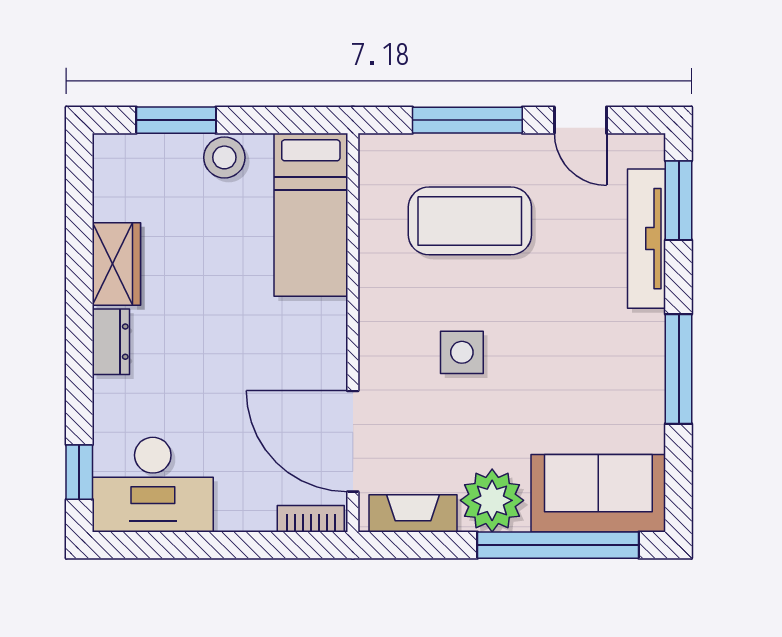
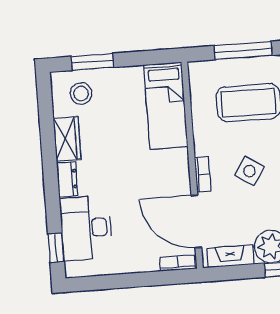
stool: (224, 157) -> (81, 93), moved
bookcase: (371, 352) -> (203, 174), added
side table: (462, 352) -> (249, 171), turned 33
desk: (153, 485) -> (86, 228), moved, turned 90

